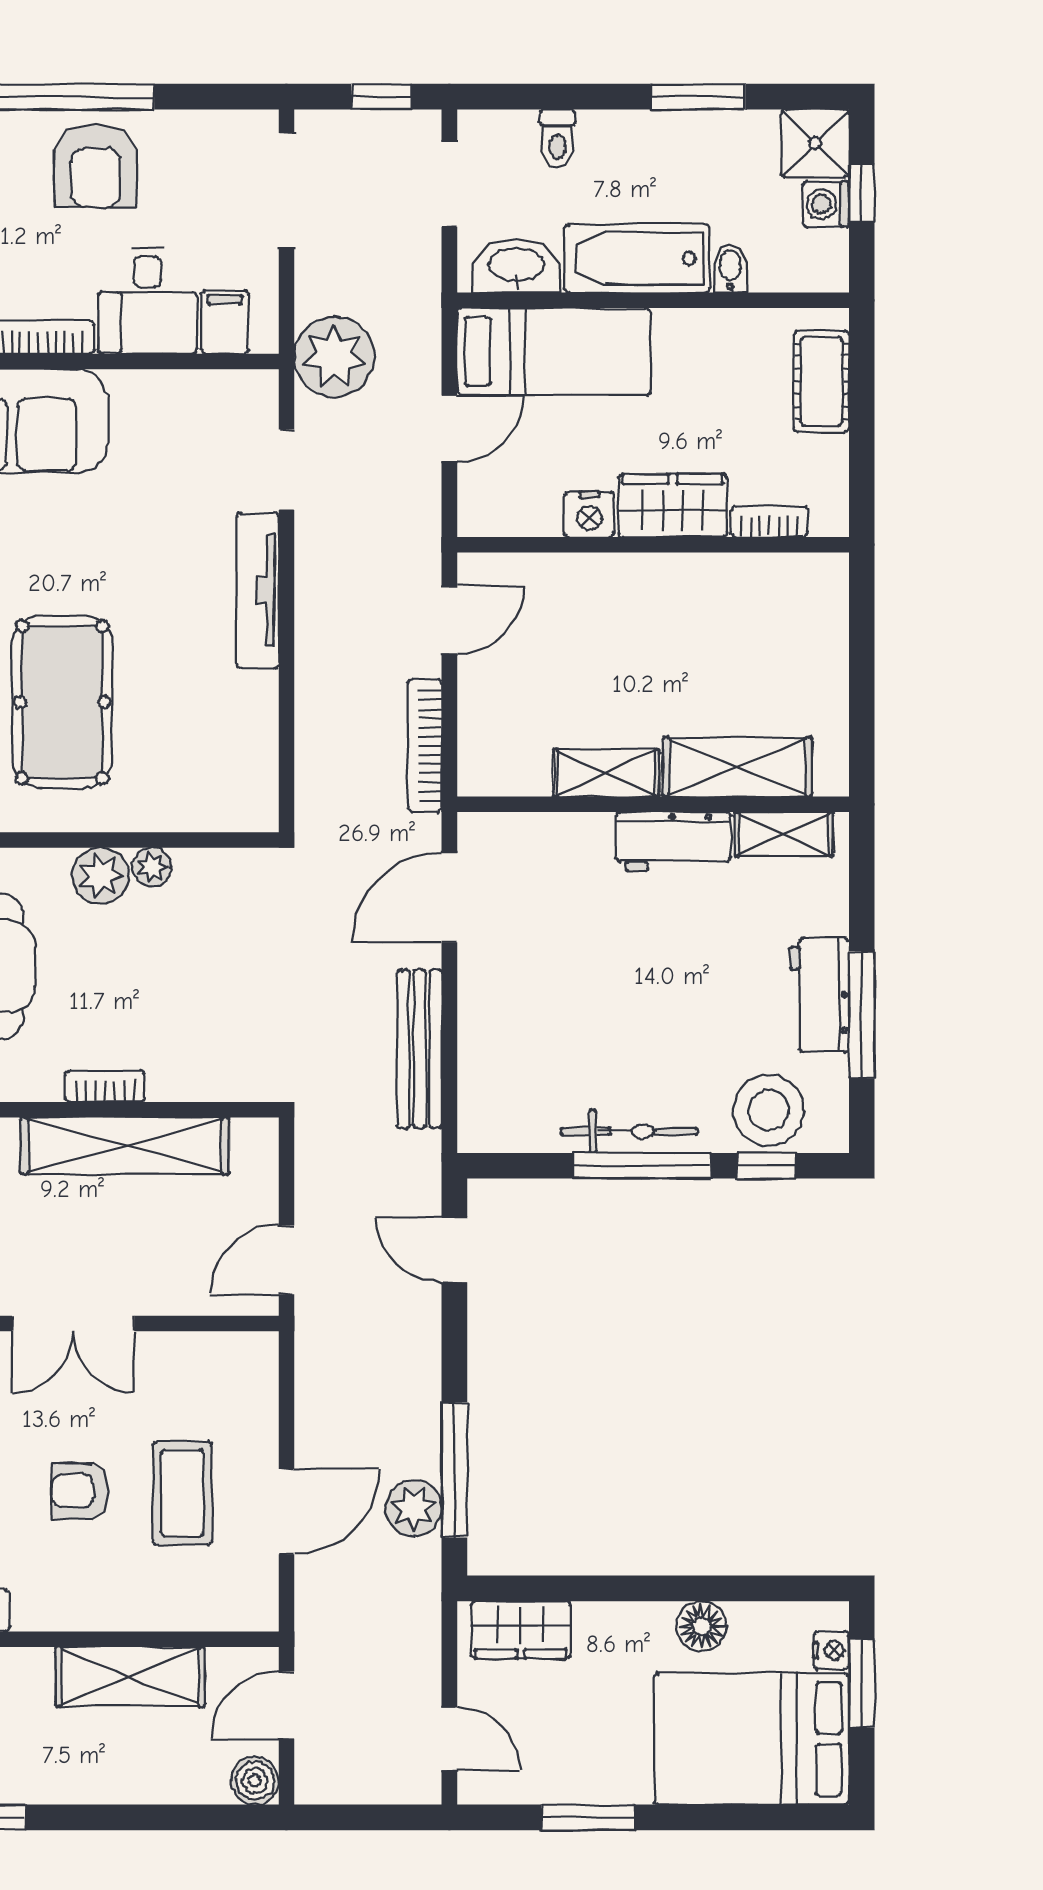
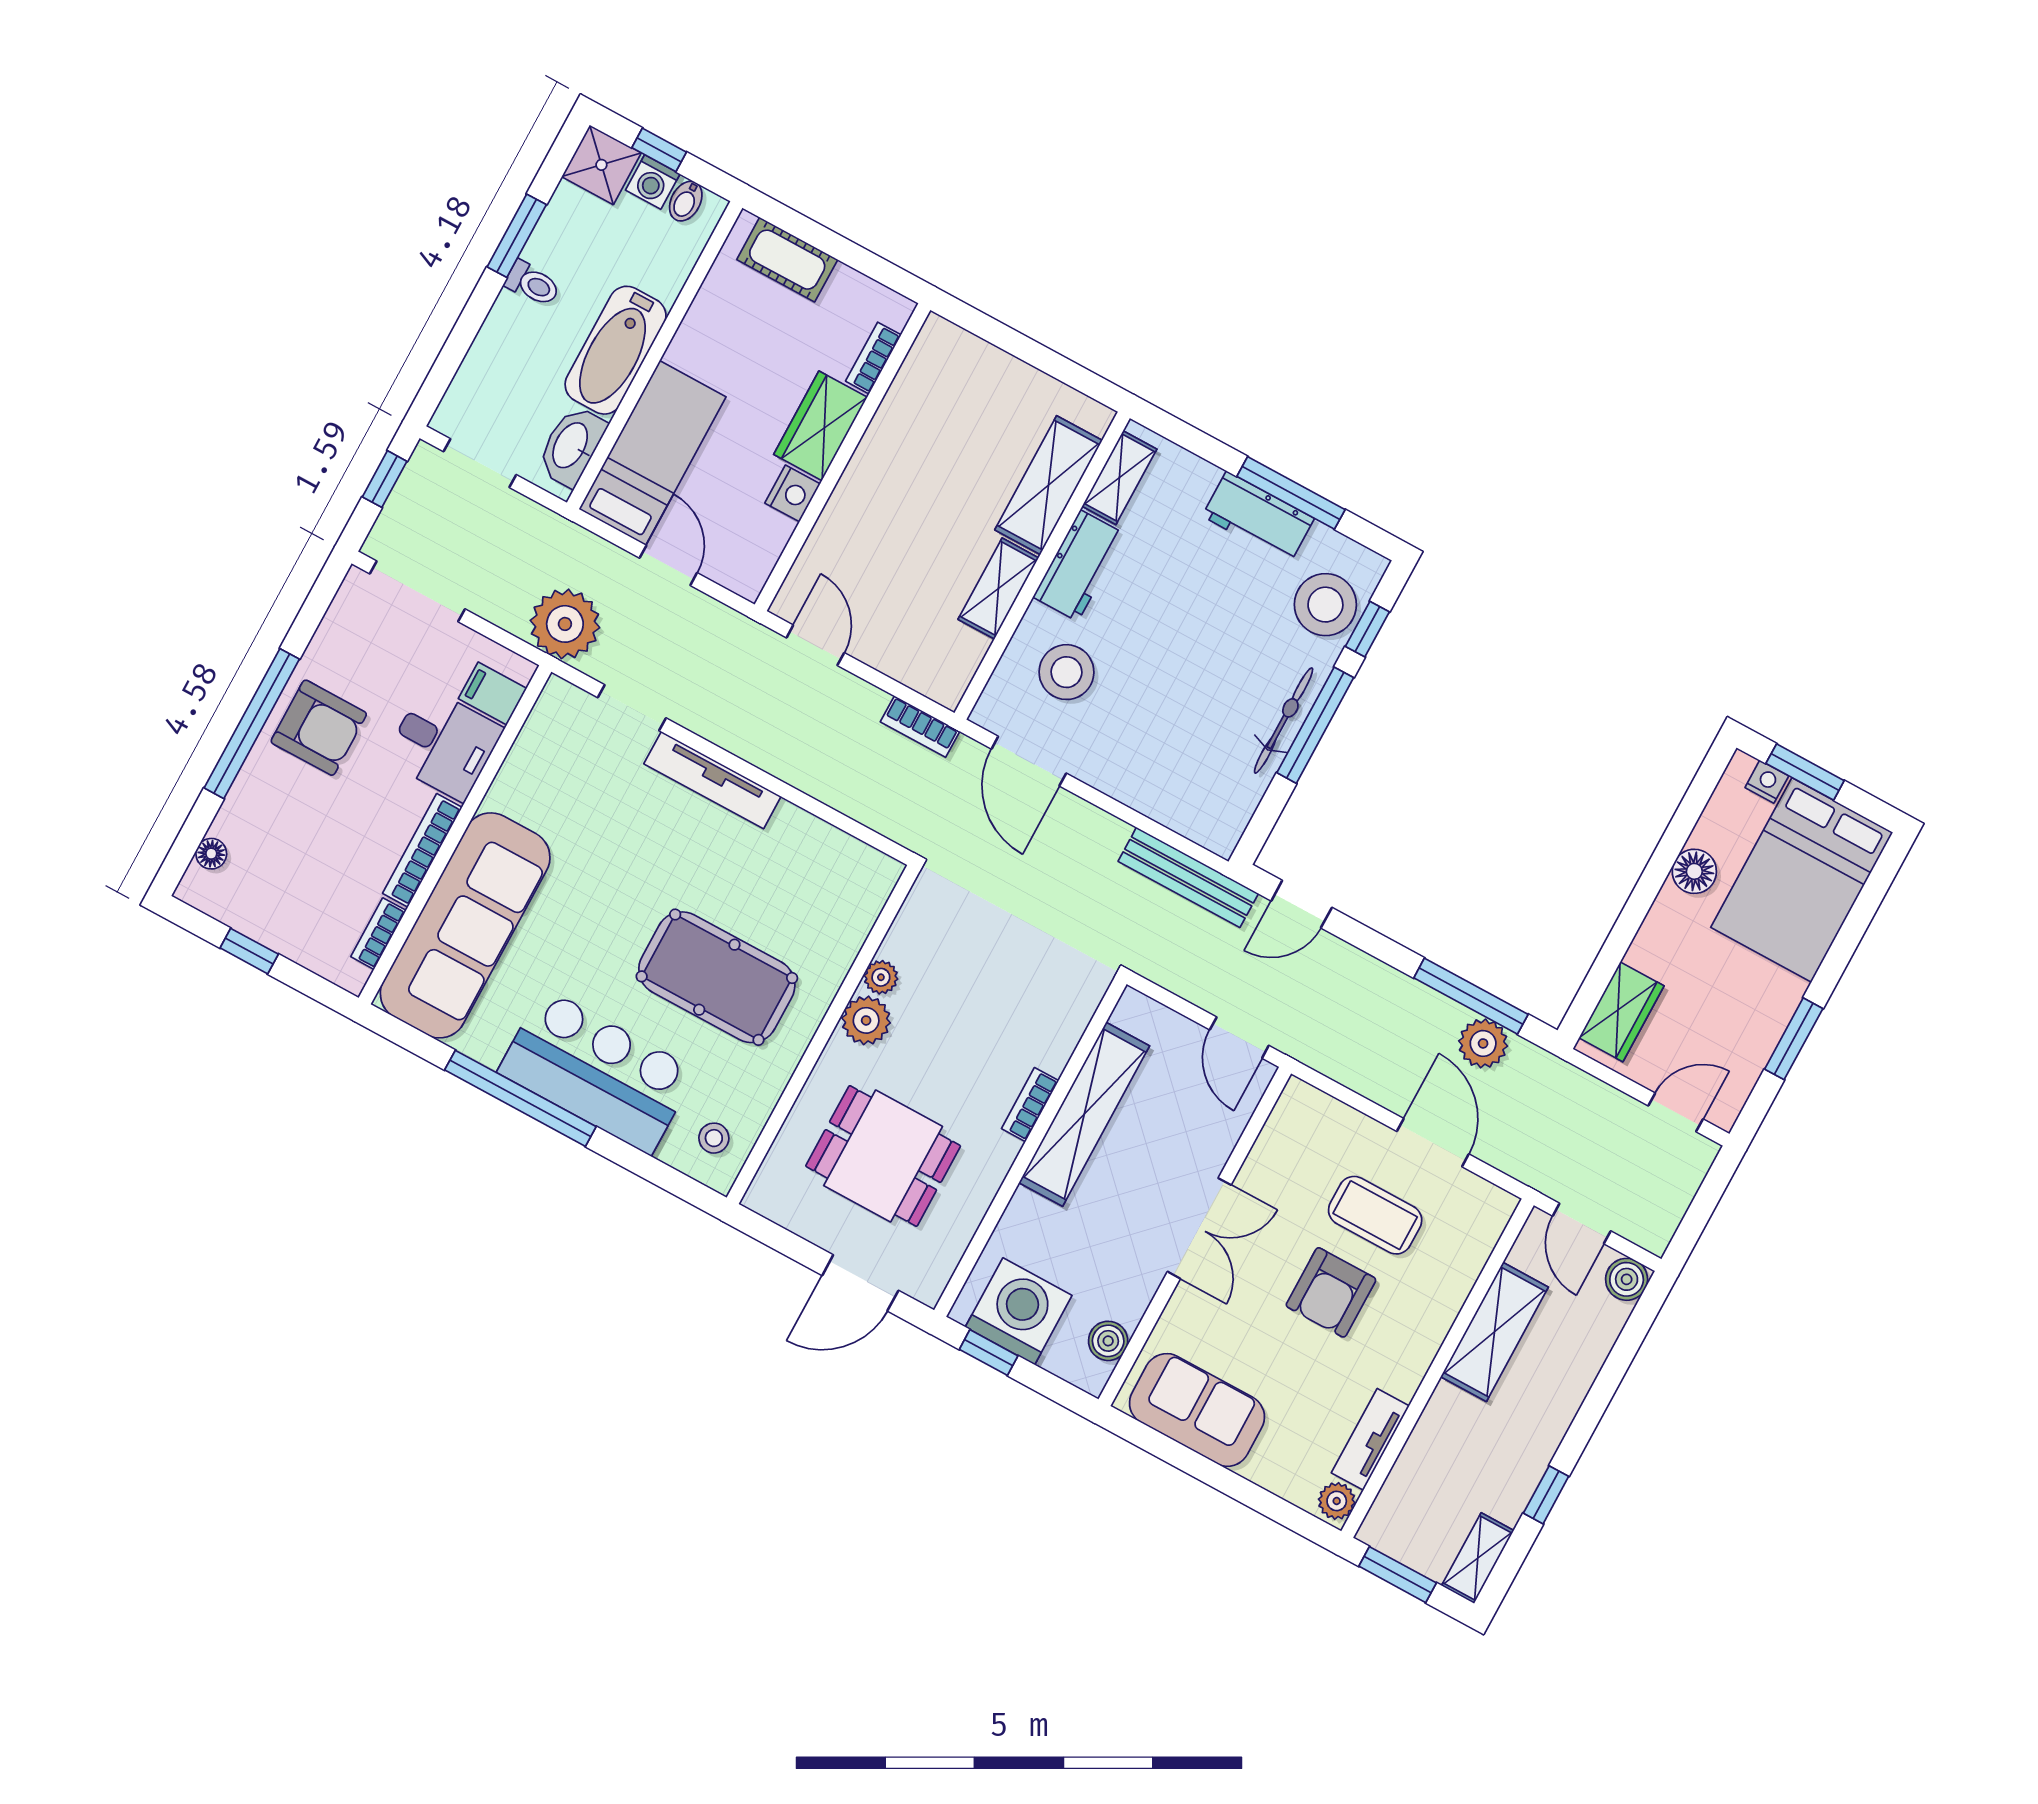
toilet: (557, 139) -> (533, 284), moved
bidet: (730, 268) -> (686, 201), moved, turned -90
bookcase: (425, 746) -> (920, 727), width x0.64
stool: (559, 887) -> (1067, 672), added
bench: (420, 1049) -> (1188, 877), moved
armchair: (80, 1491) -> (1331, 1292), width x1.38, depth x1.38

